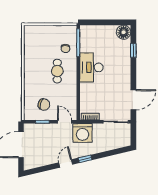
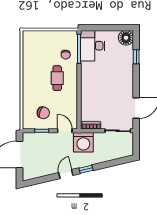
desk: (91, 67) -> (93, 46), moved

